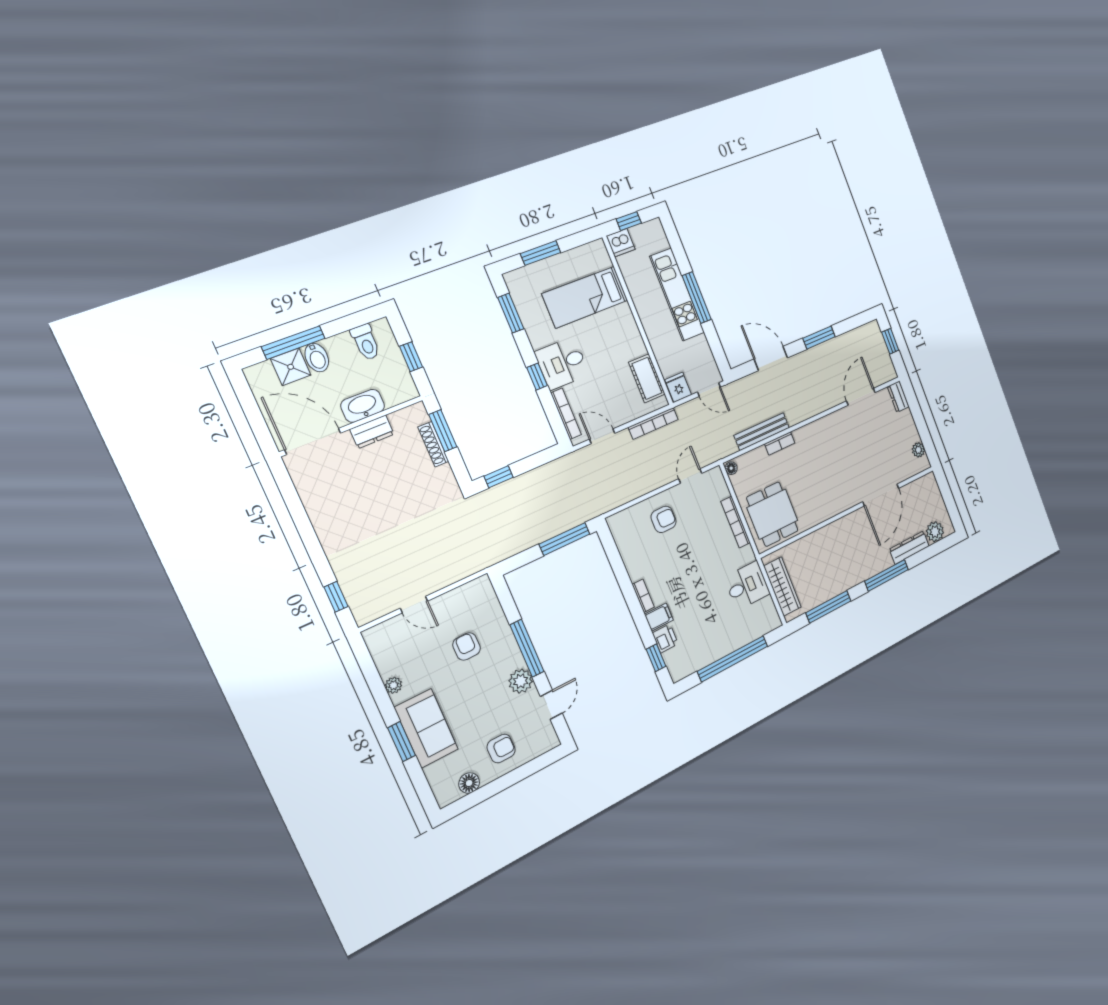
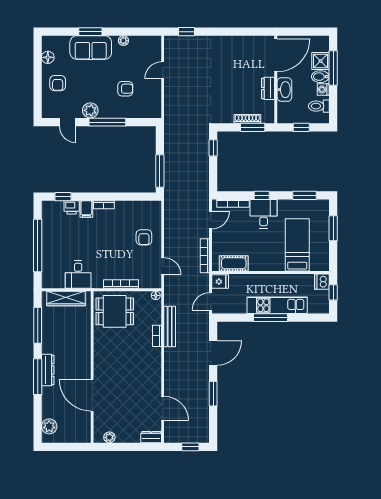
washing machine: (336, 345) -> (323, 90), added
dresser: (909, 548) -> (48, 370), moved

